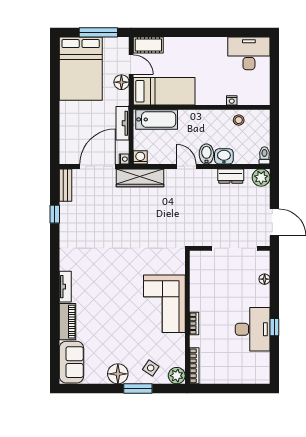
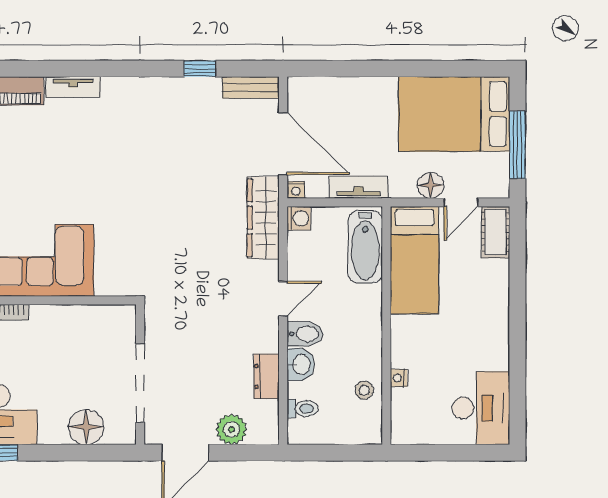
toilet: (264, 155) -> (302, 409), moved
plant: (261, 178) -> (231, 429), moved
floor lamp: (265, 279) -> (86, 427), width x1.89, depth x1.89

